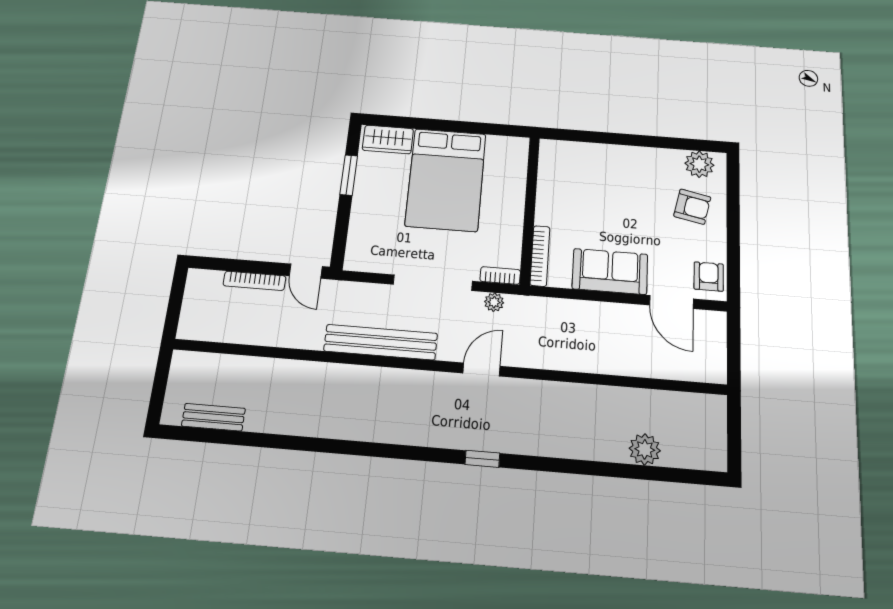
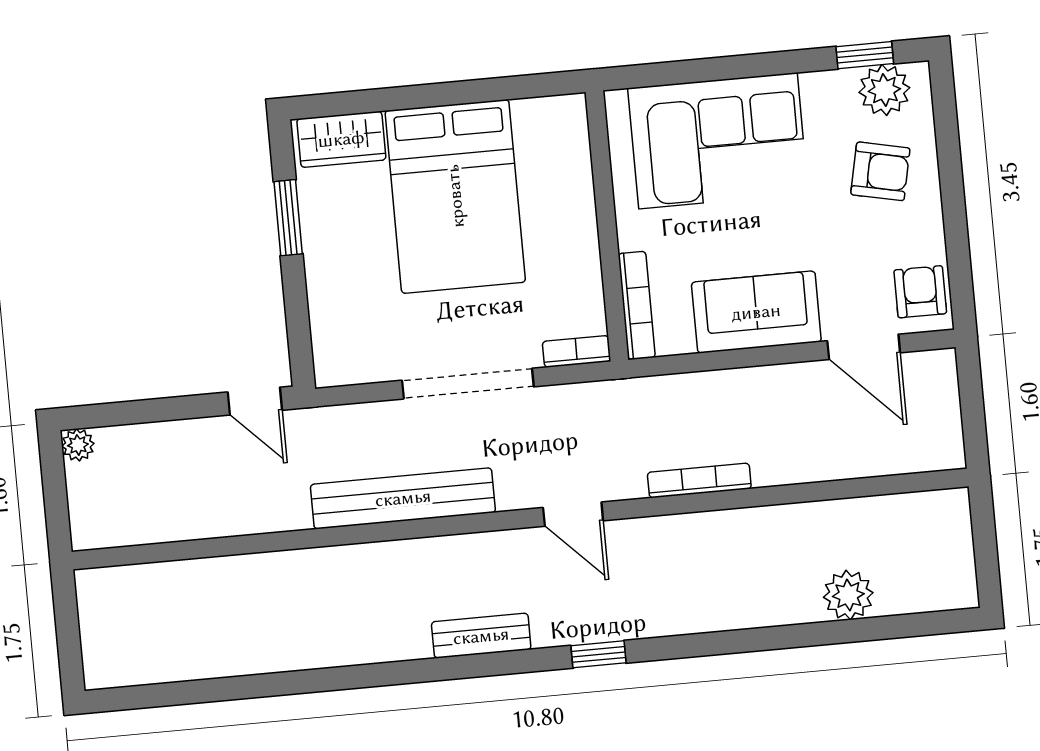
window: (690, 144) -> (865, 55), added
corner sofa: (601, 175) -> (718, 141), added
bookcase: (255, 281) -> (699, 481), moved, turned 180
plant: (494, 302) -> (78, 445), moved
door: (482, 370) -> (573, 514), swing flipped
bench: (213, 417) -> (481, 636), moved

